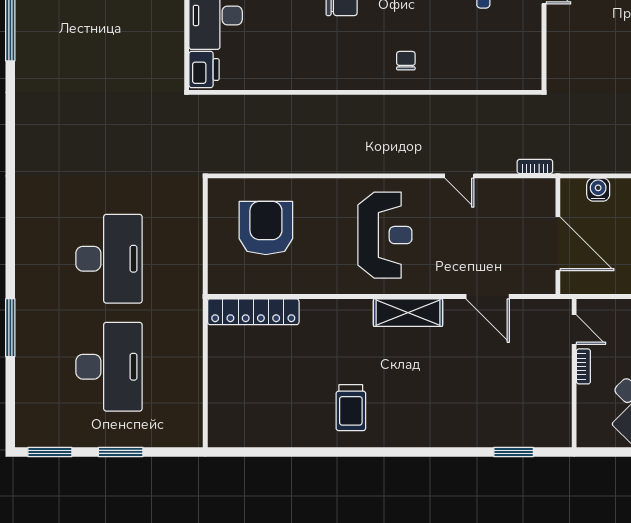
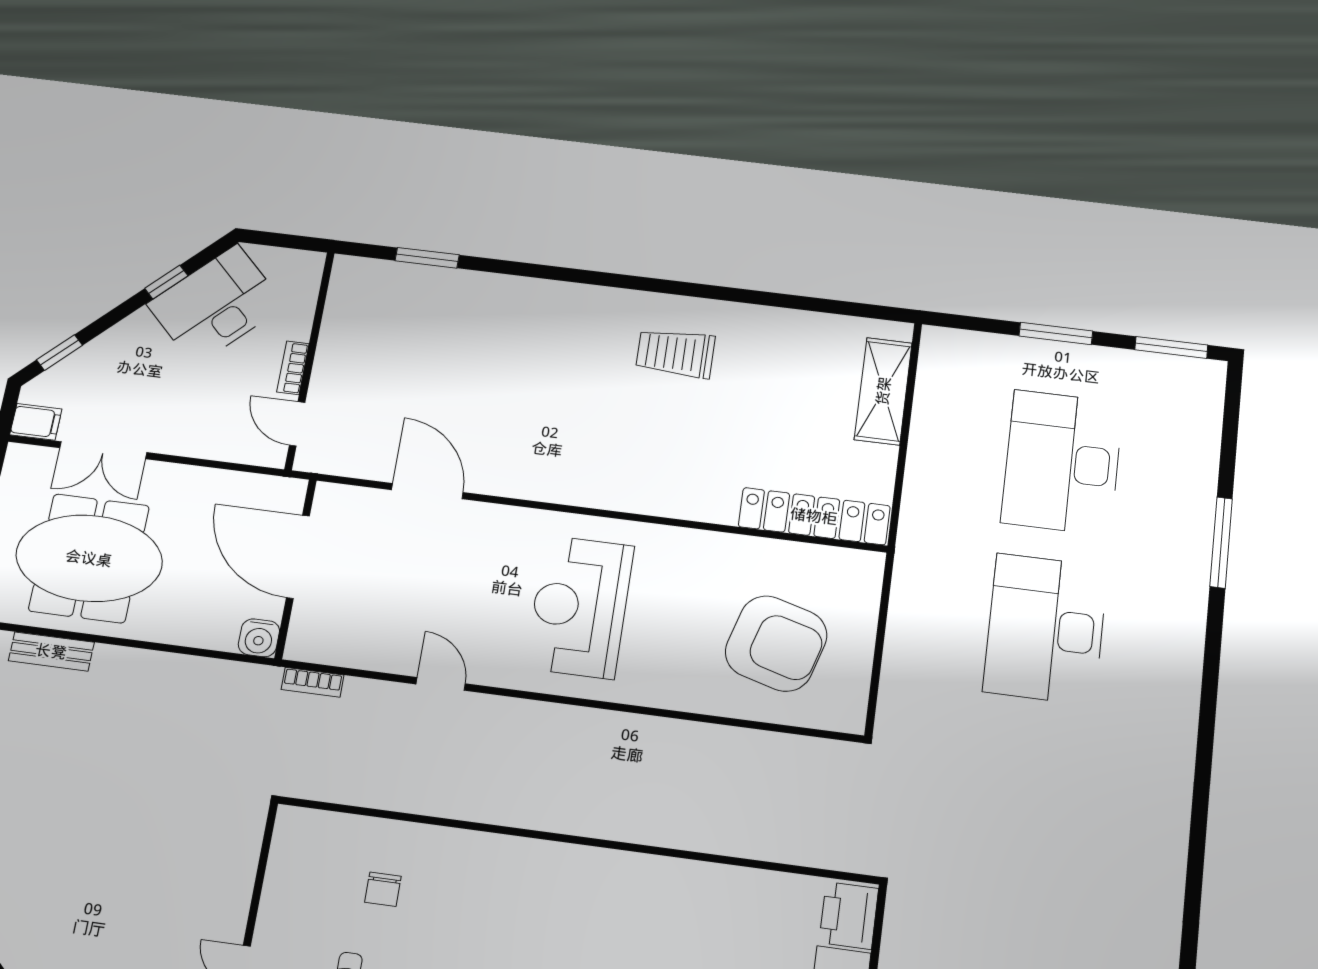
chair: (406, 61) -> (383, 889), moved
water cooler: (598, 190) -> (259, 638), moved
armchair: (266, 228) -> (776, 643), turned -74
shelving: (408, 313) -> (883, 391), moved, turned 90
trolley: (351, 408) -> (675, 353), turned -90

